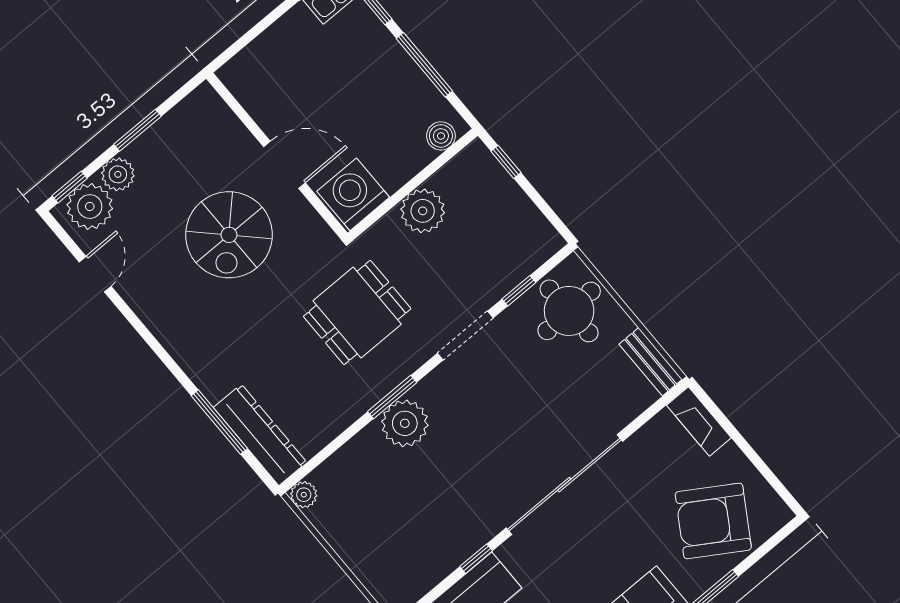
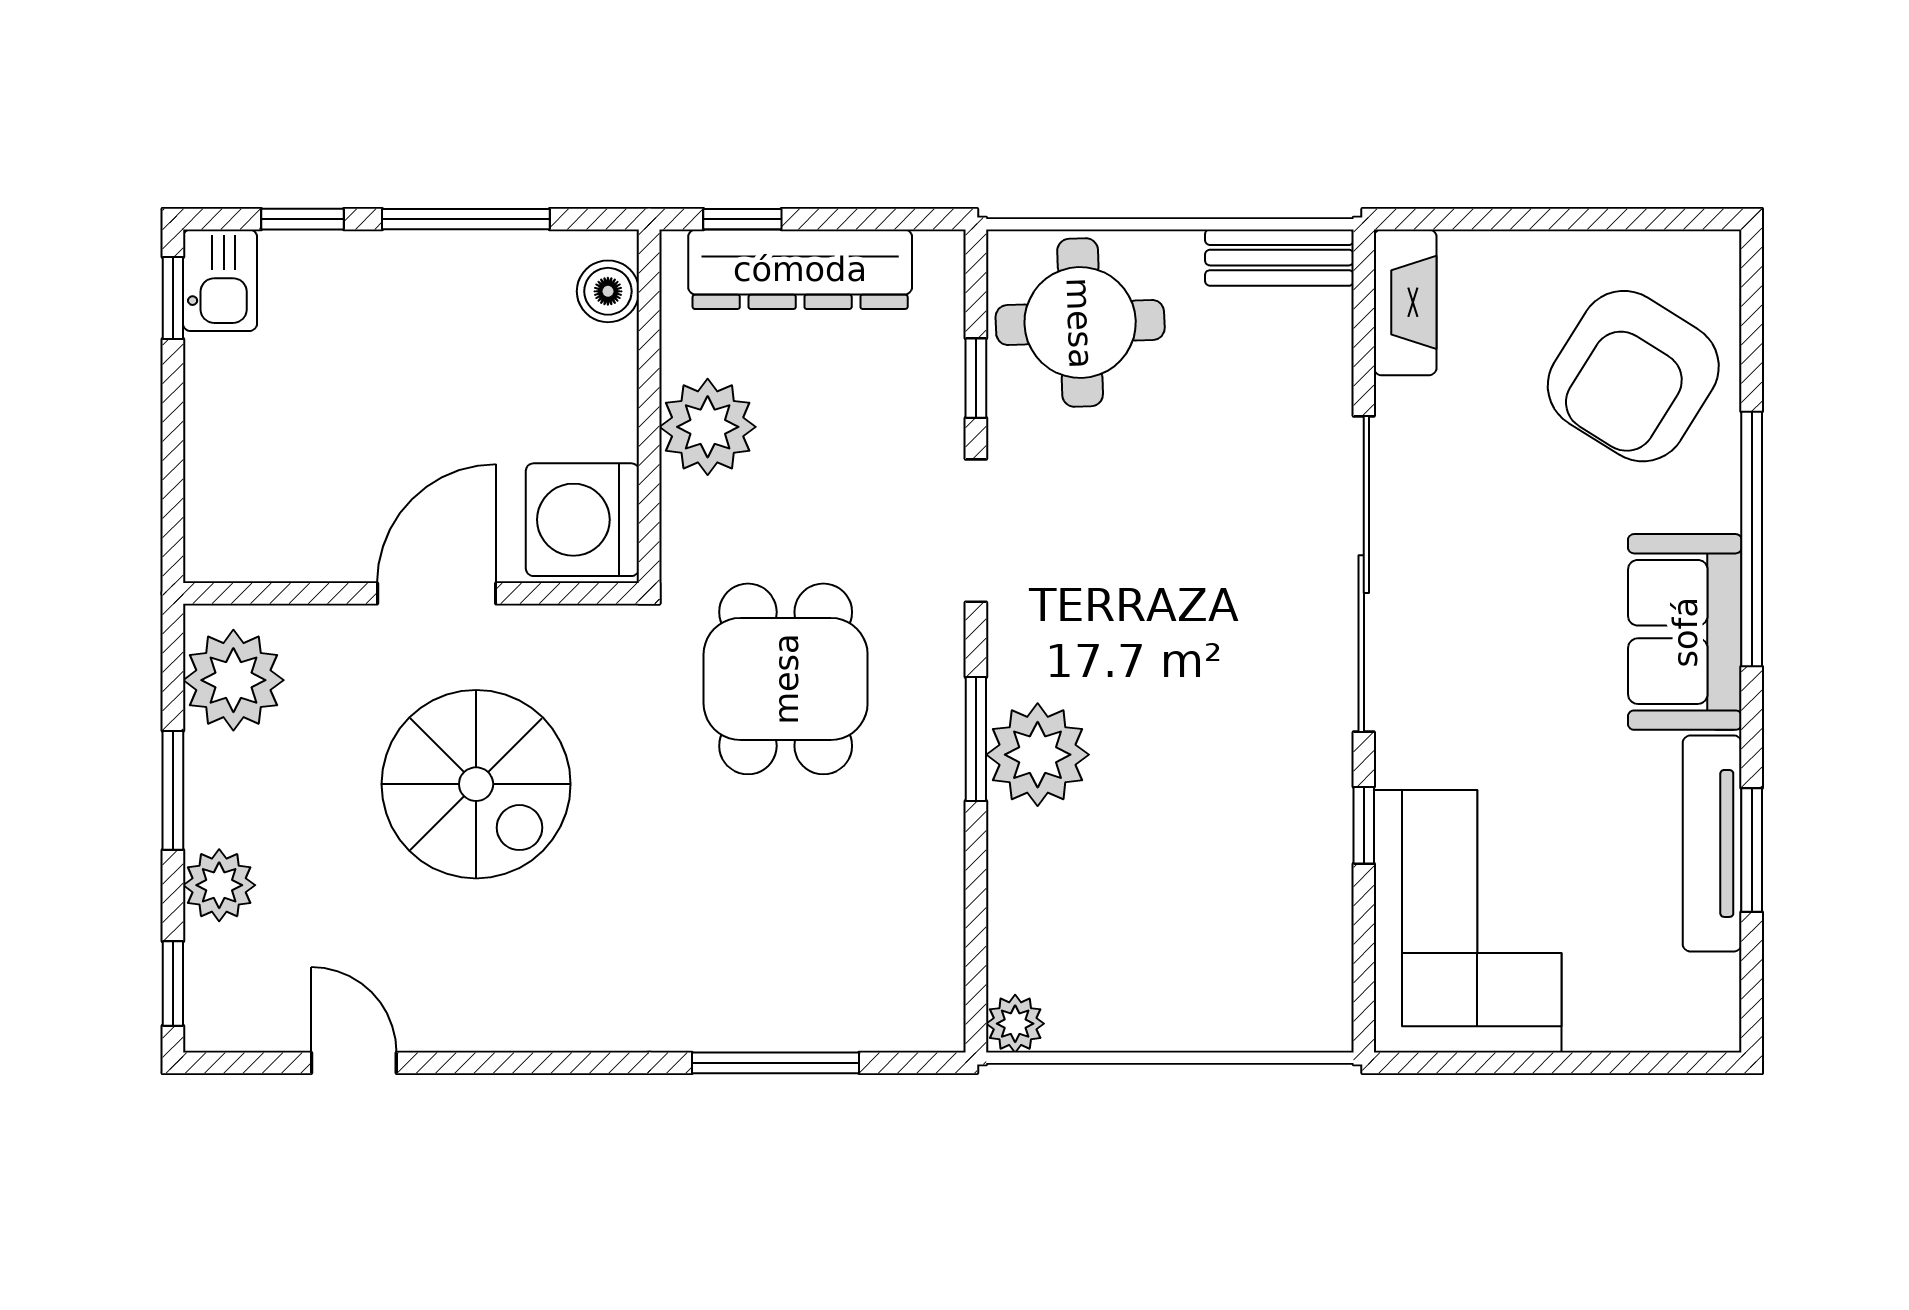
plant: (90, 207) -> (233, 680), moved
fireplace: (699, 421) -> (1405, 302), moved, turned -90
dresser: (260, 435) -> (800, 269), moved, turned 180

